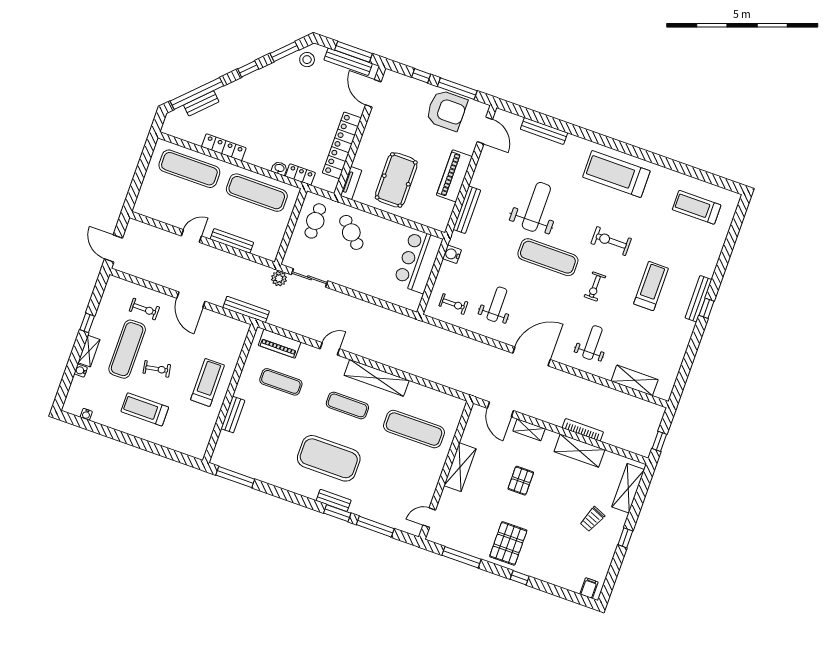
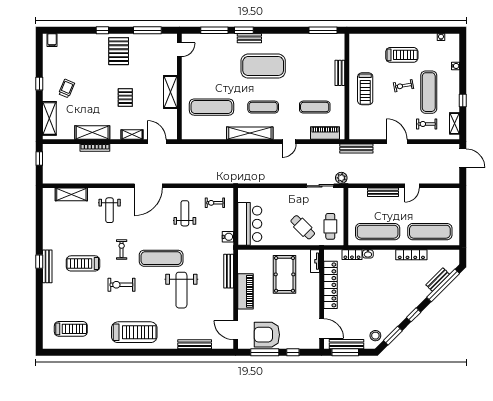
exercise bike: (611, 241) -> (121, 285), turned 180
treadmill: (651, 286) -> (83, 263), turned 90
weight bench: (497, 304) -> (185, 213), turned 180
shelving: (89, 351) -> (455, 123), moved

